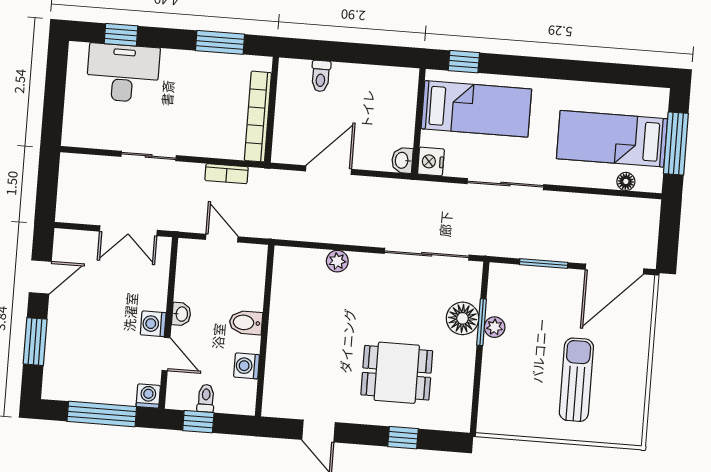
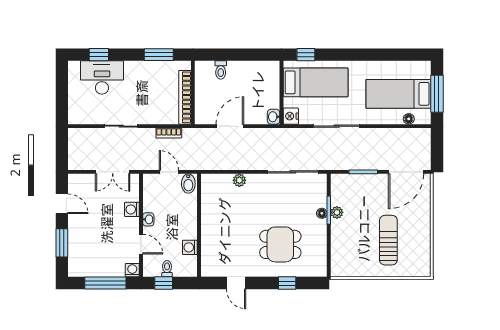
door: (40, 277) -> (62, 204), hinge flipped
floor lamp: (463, 318) -> (322, 213), width x0.53, depth x0.53
bidet: (246, 323) -> (188, 184), moved, turned -90
washing machine: (153, 324) -> (132, 209), moved

